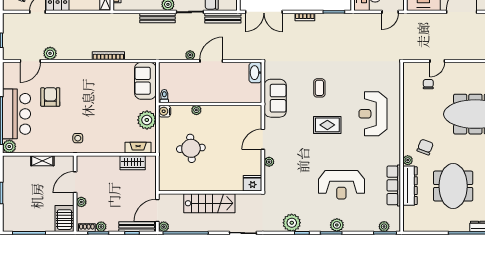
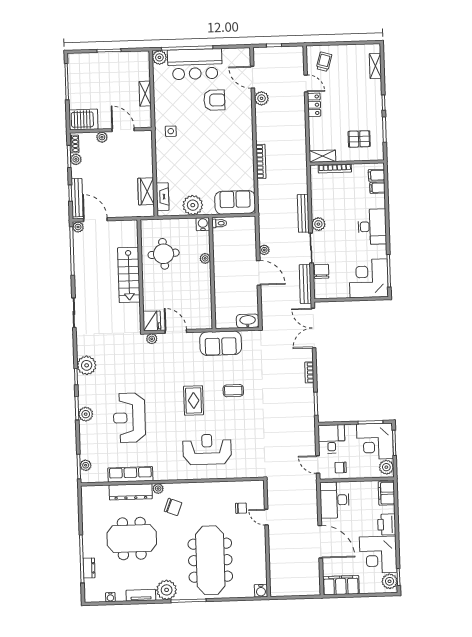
fridge: (253, 183) -> (152, 321), moved
wall: (210, 192) -> (141, 275), moved
stairs: (209, 203) -> (129, 275), moved

